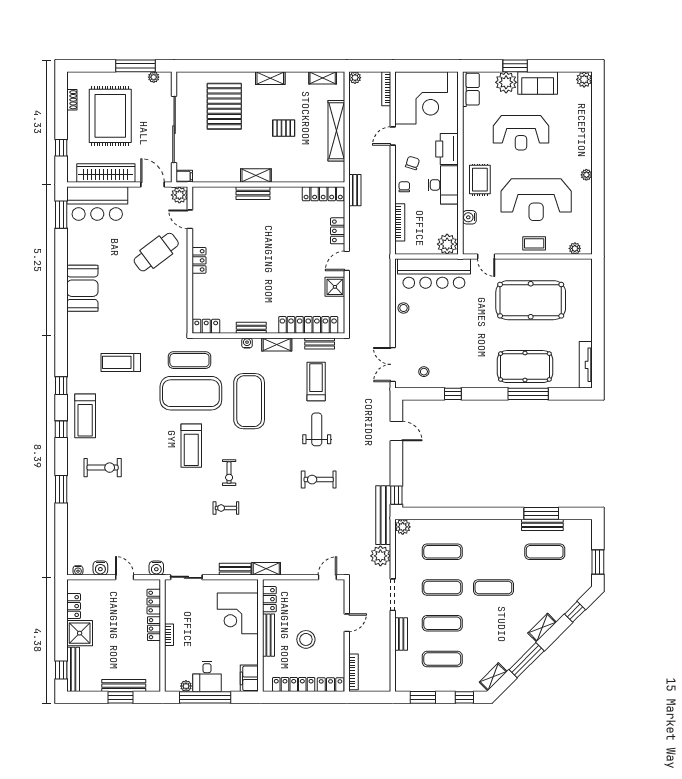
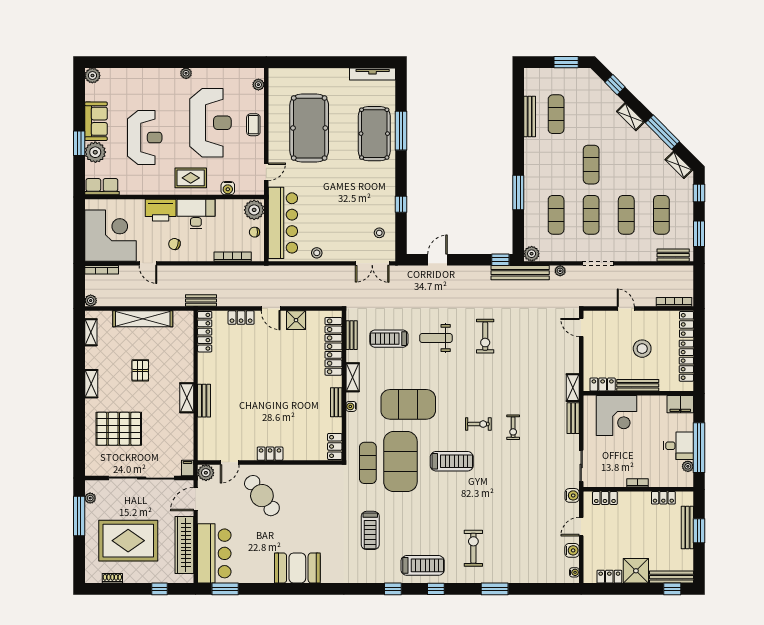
chair: (404, 187) -> (254, 232), moved
window: (541, 513) -> (518, 193), moved
plant: (380, 556) -> (560, 271), width x0.53, depth x0.53
locker: (154, 629) -> (663, 498), moved
bench: (401, 634) -> (673, 255), moved

